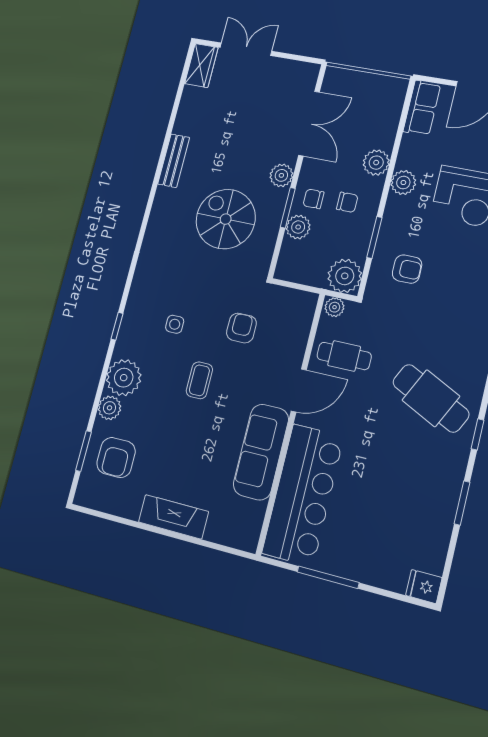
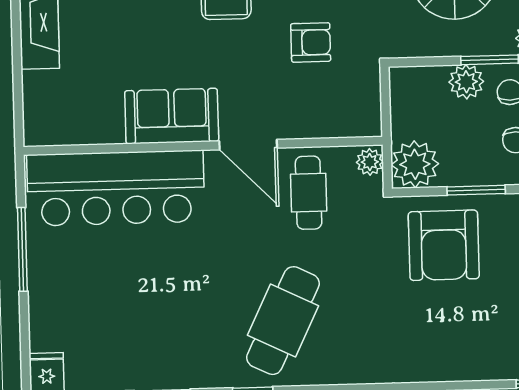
armchair: (407, 269) -> (444, 245), width x1.88, depth x1.88
sofa: (261, 452) -> (172, 116), width x0.73

